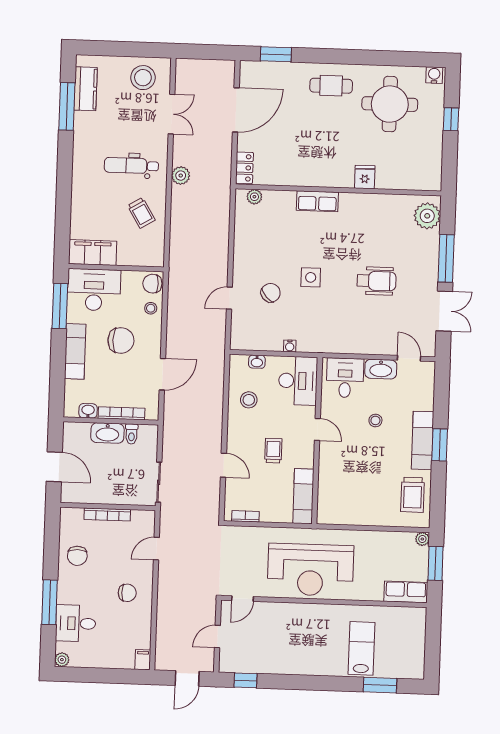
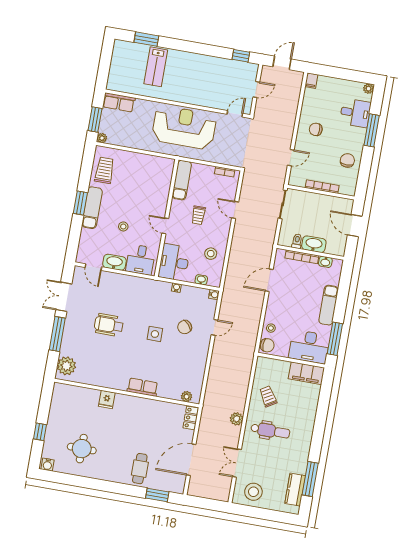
cafe table: (331, 86) -> (140, 469), moved, turned 90
round table: (390, 104) -> (82, 449), width x0.73, depth x0.73
chair: (121, 340) -> (295, 308), removed
water cooler: (236, 344) -> (214, 295), added

